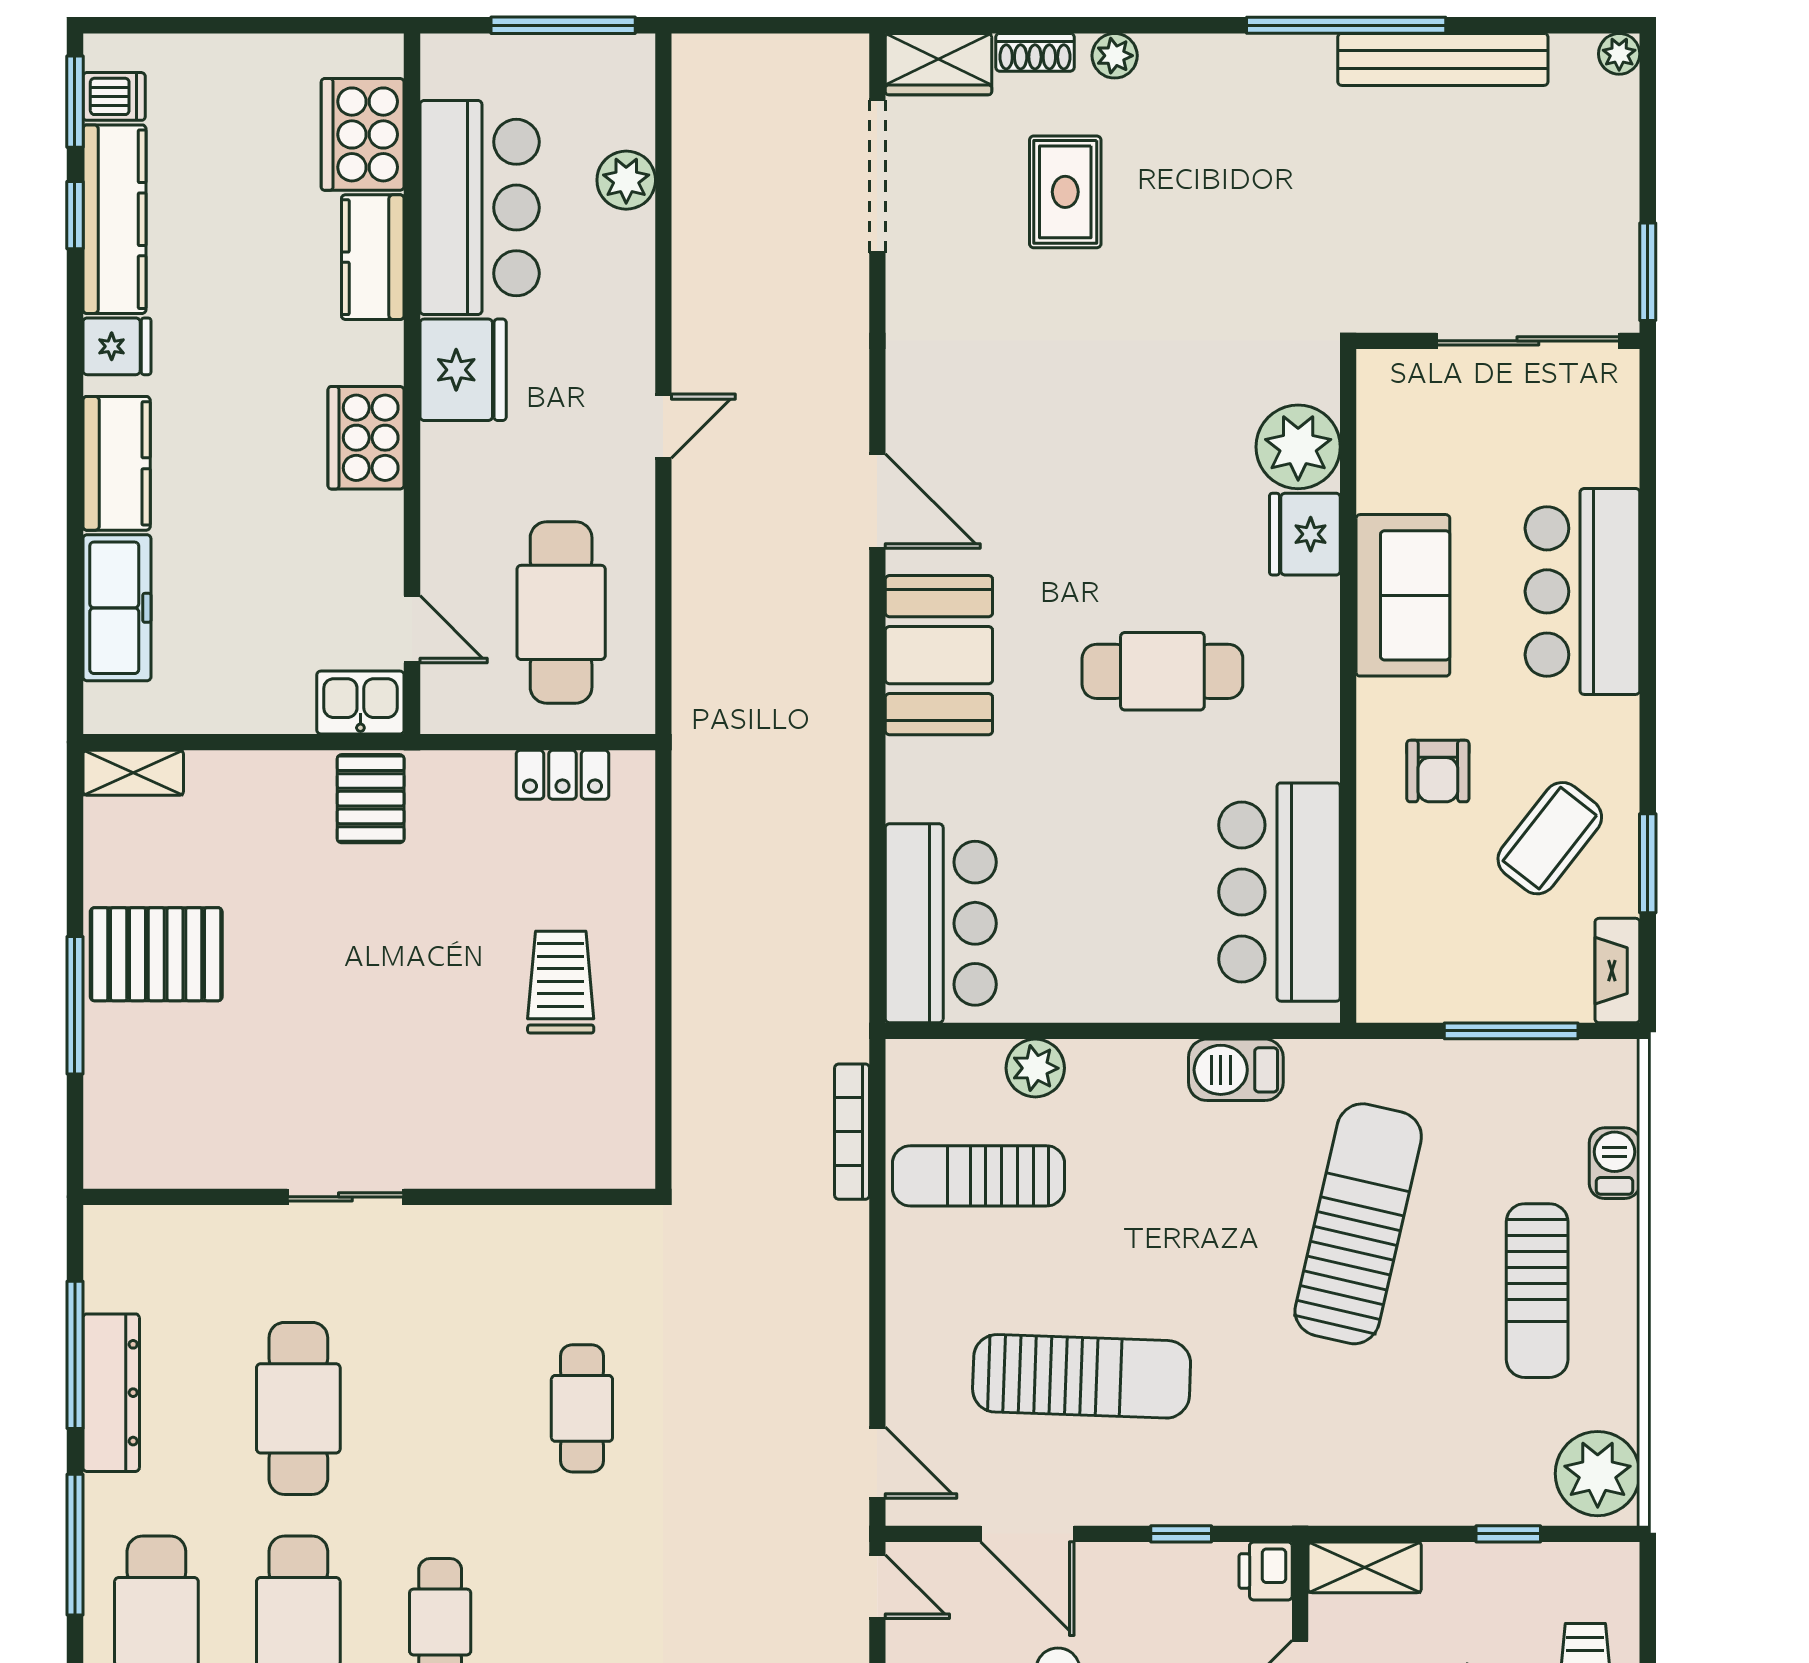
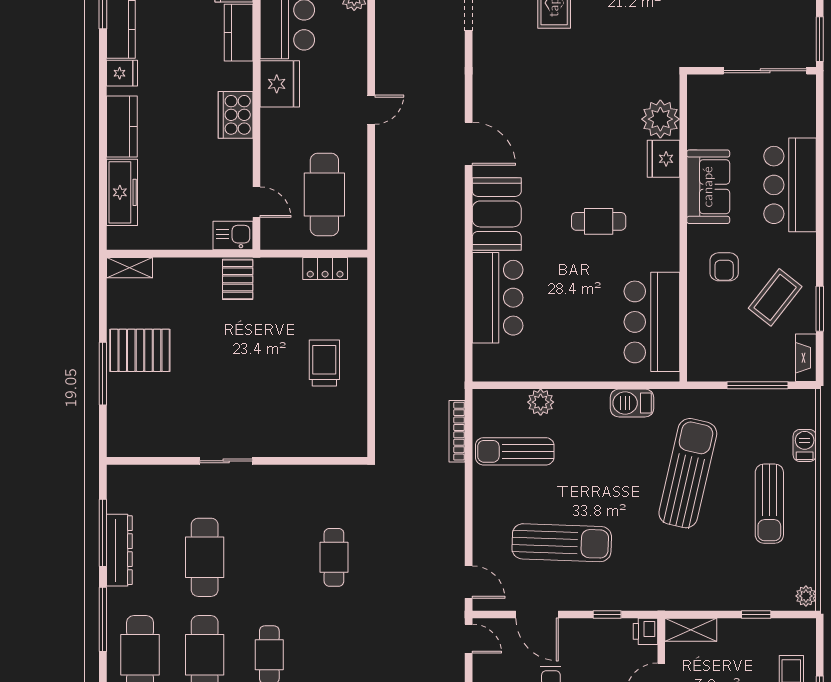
cafe table: (1162, 671) -> (599, 221), width x0.73, depth x0.74
bar counter: (941, 923) -> (498, 298), moved
plant: (1598, 1474) -> (806, 596), width x0.53, depth x0.53

